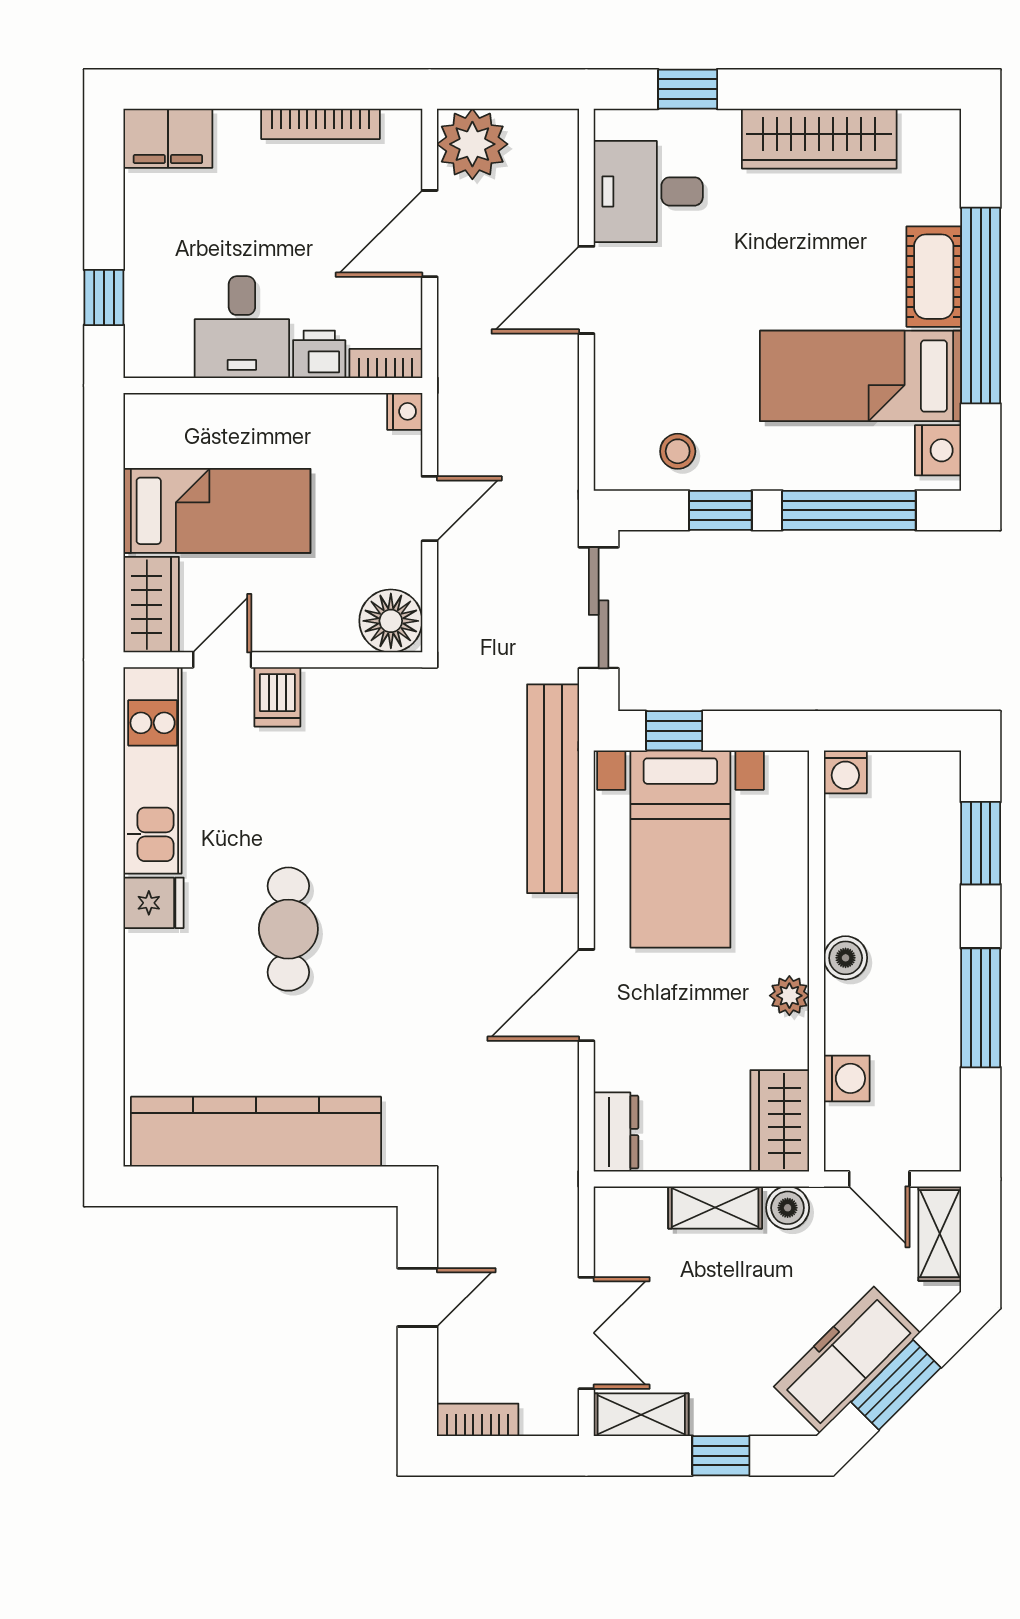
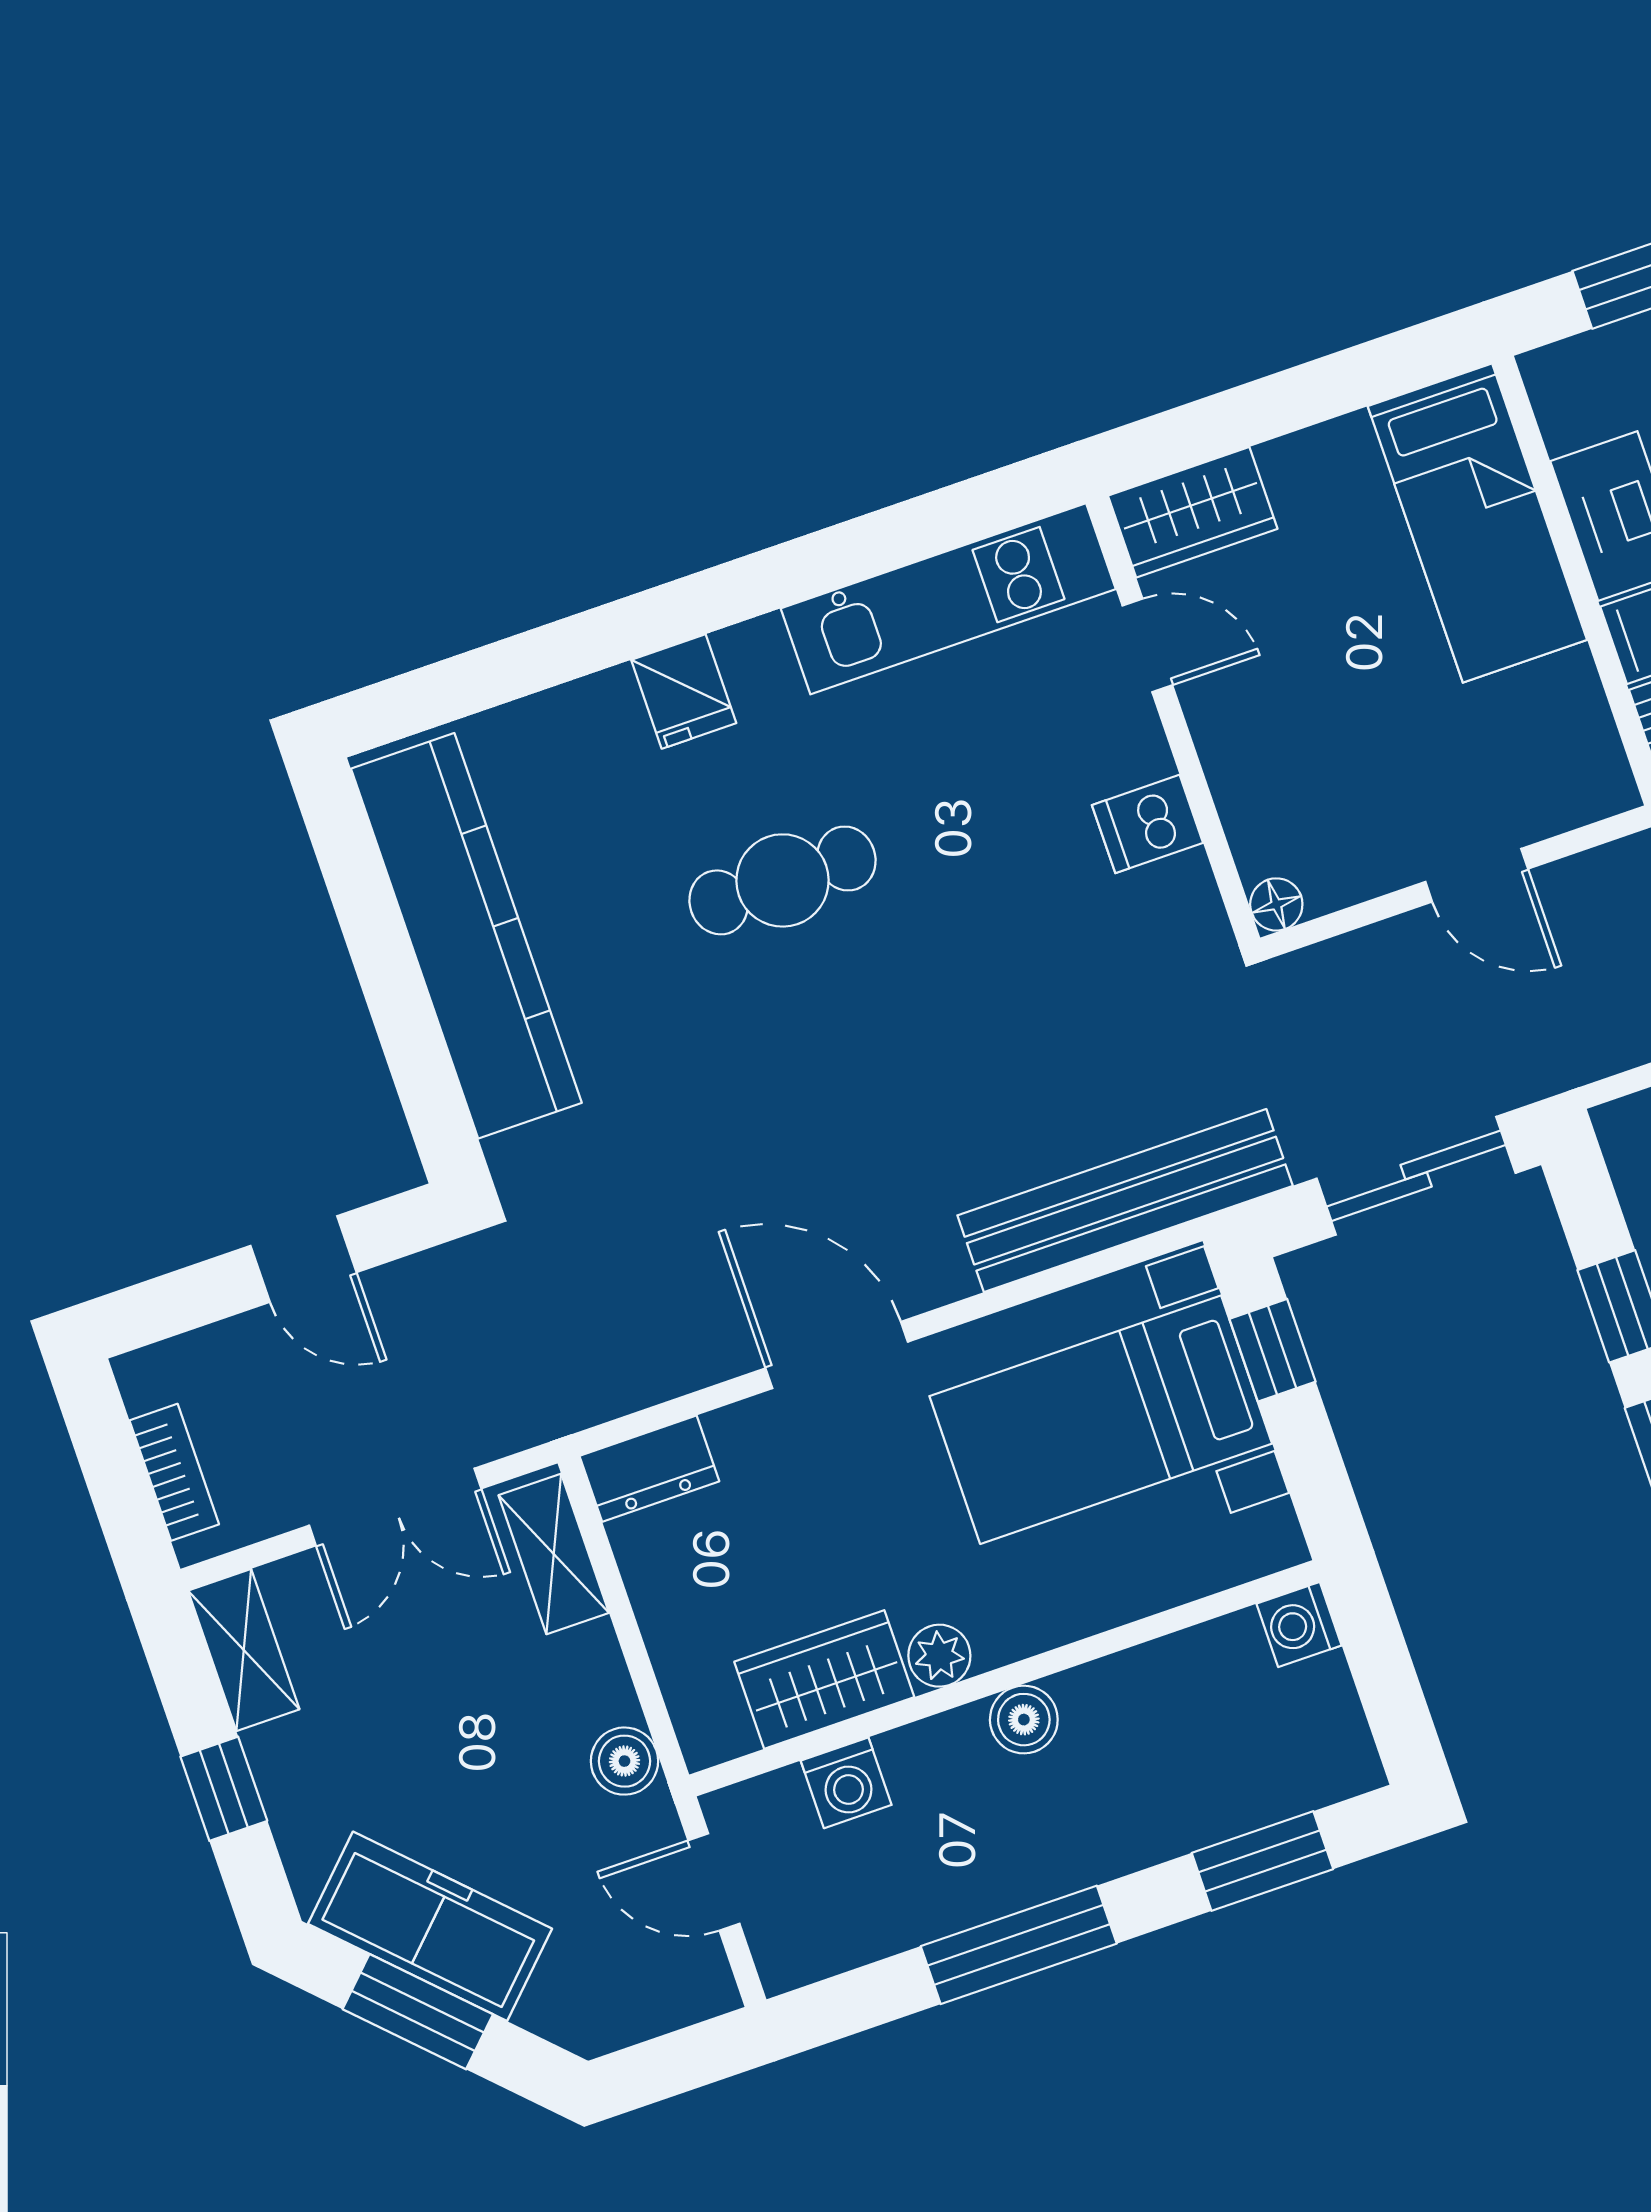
nightstand: (405, 411) -> (1608, 789), removed
bed: (217, 511) -> (1477, 523), moved
floor lamp: (391, 621) -> (1276, 904), width x0.53, depth x0.53
dishwasher: (277, 697) -> (1148, 824), moved
fridge: (154, 903) -> (684, 691), moved
wardrobe: (780, 1121) -> (824, 1679), moved
door: (879, 1179) -> (714, 1882), hinge flipped
shelving: (715, 1207) -> (554, 1554), moved
shelving: (940, 1234) -> (664, 1999), removed
double door: (586, 1333) -> (395, 1507), moved
bookcase: (478, 1420) -> (174, 1472), moved

